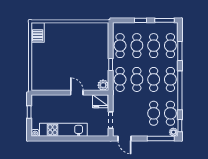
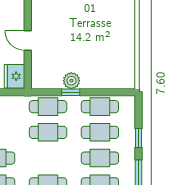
cafe table: (154, 79) -> (48, 158), removed
plant: (103, 85) -> (71, 81), moved
door: (77, 93) -> (28, 40), swing flipped

